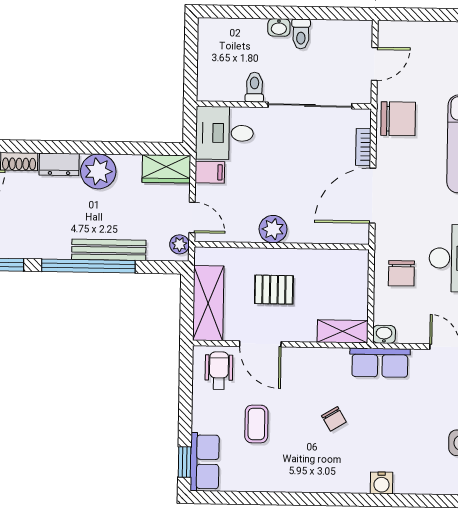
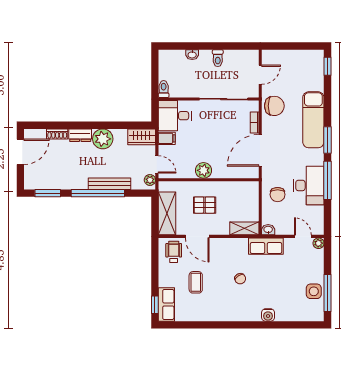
washbasin: (279, 27) -> (192, 55), moved
toilet: (254, 87) -> (164, 89), moved

